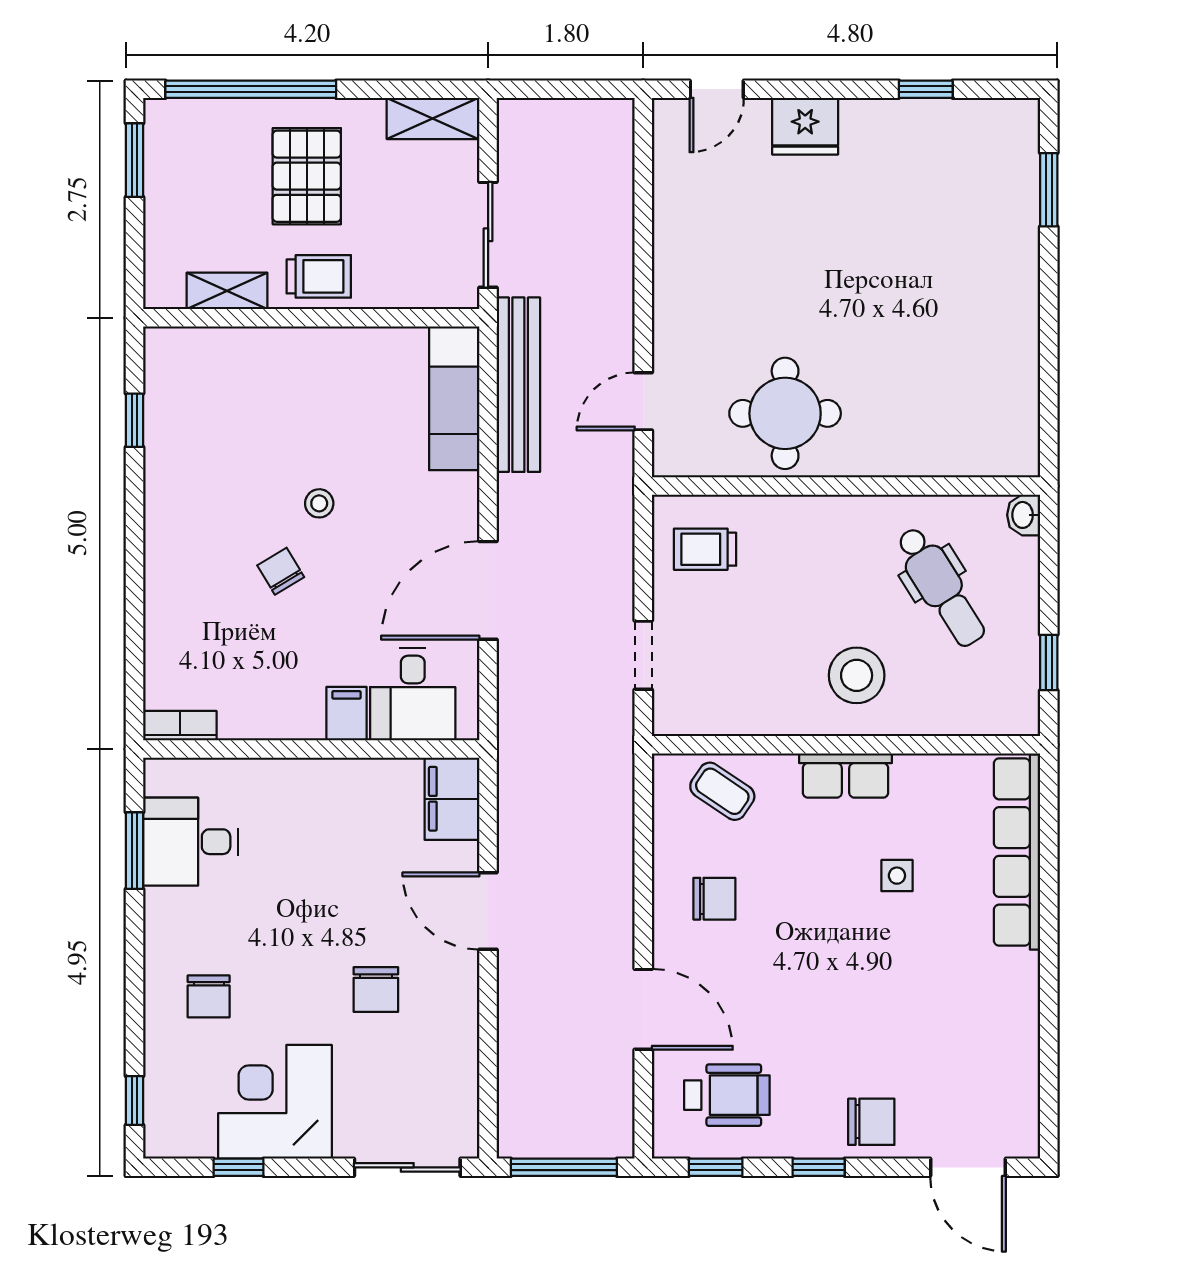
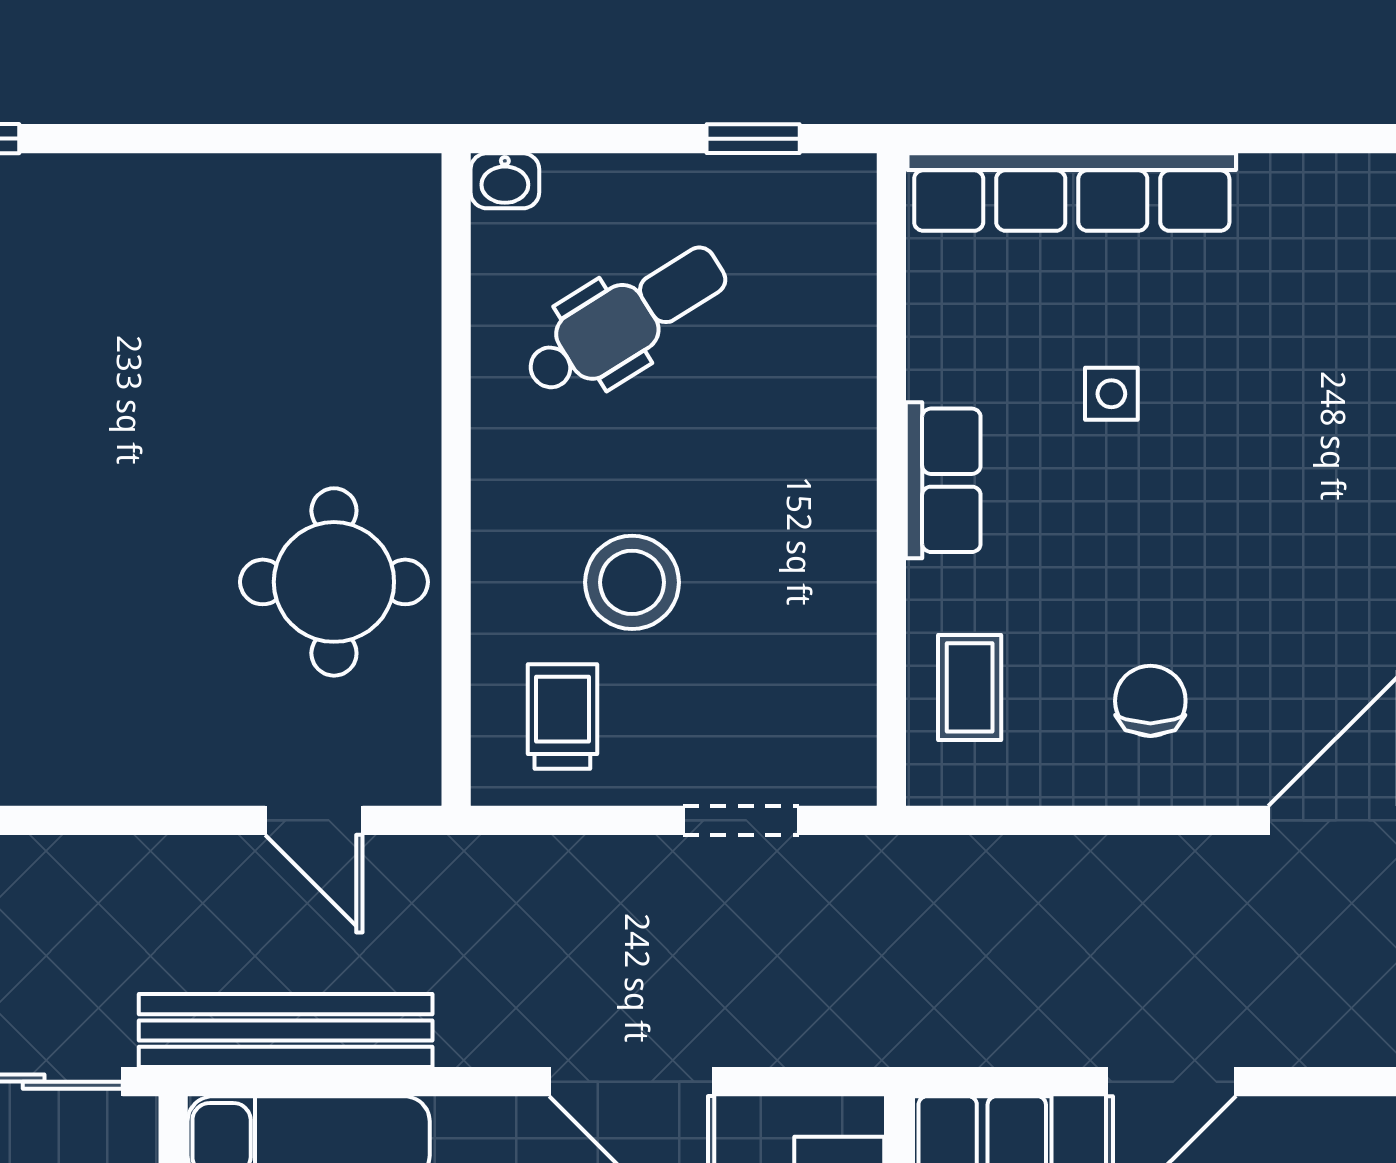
trolley: (705, 549) -> (562, 716), turned 180
stool: (857, 675) -> (632, 582), moved
coffee table: (722, 791) -> (970, 687), turned -34

